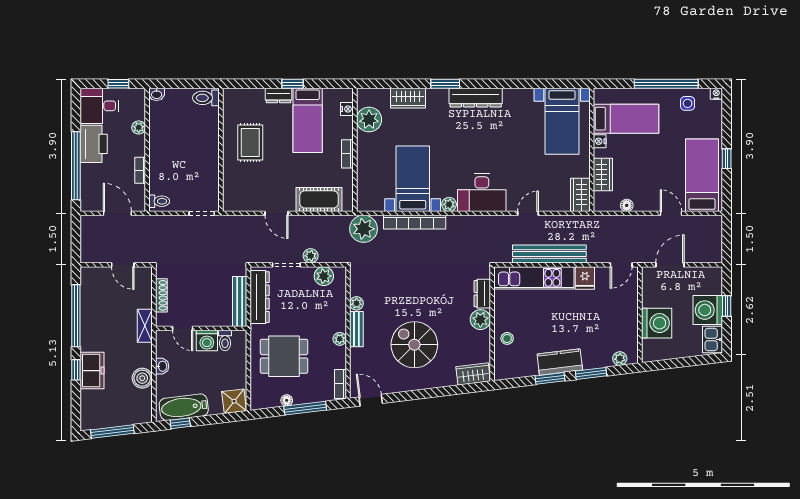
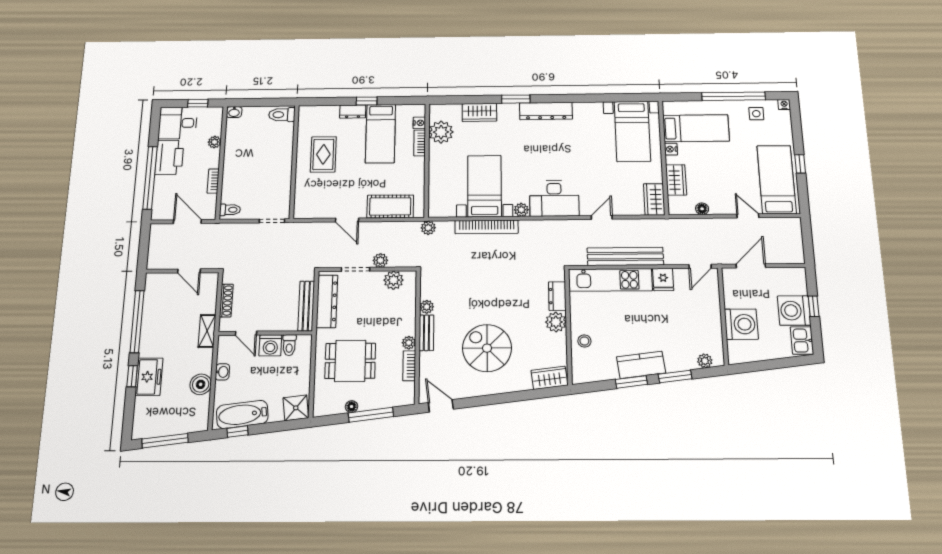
bookcase: (347, 154) -> (420, 143), moved
plant: (364, 229) -> (428, 228), width x0.53, depth x0.53
bookcase: (340, 384) -> (409, 366), moved

